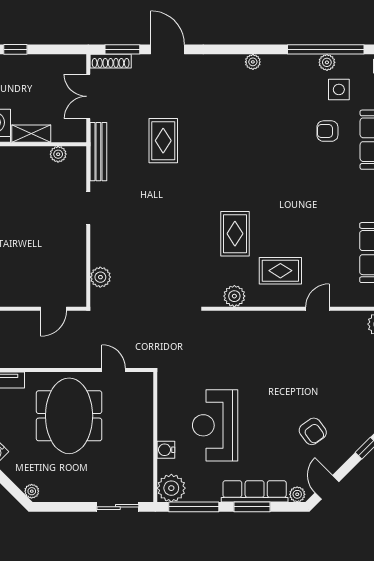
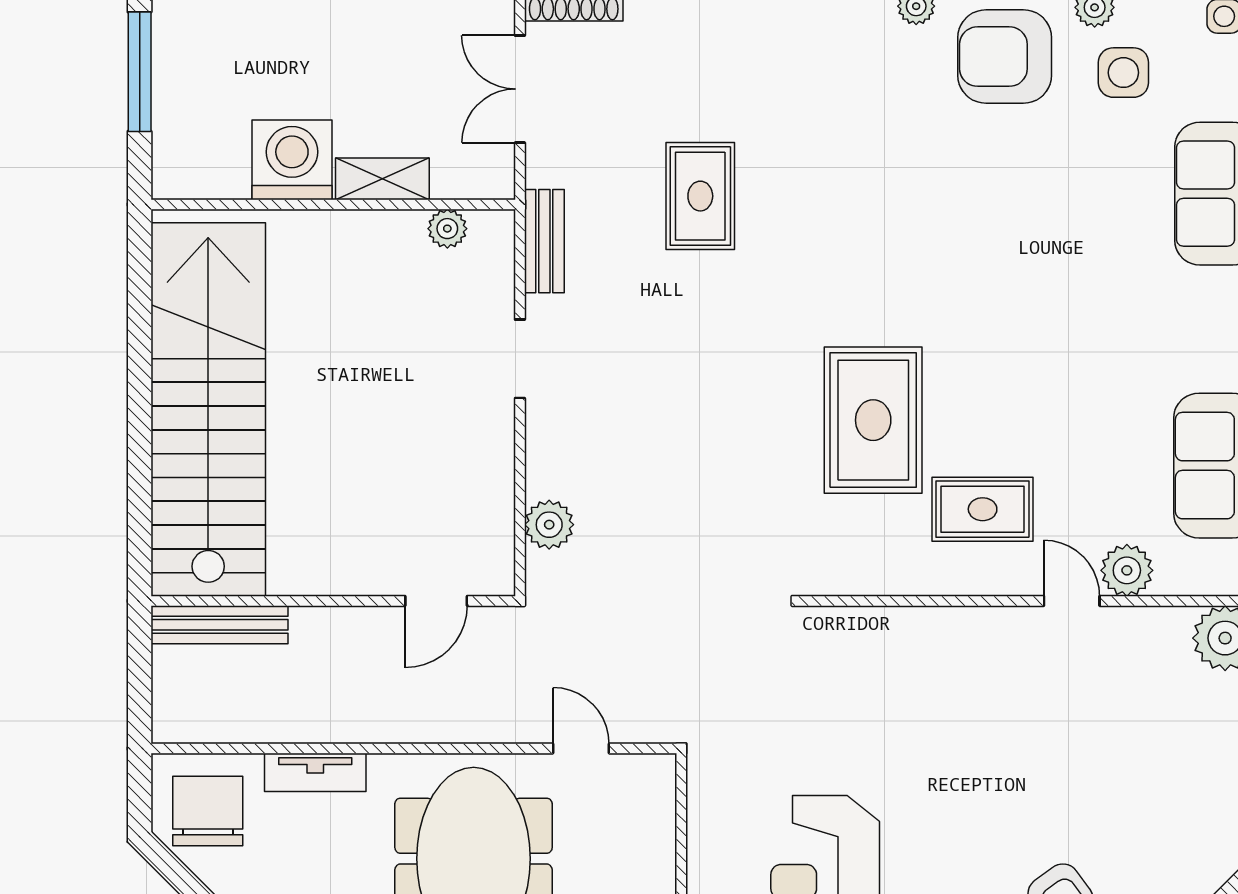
armchair: (327, 131) -> (1005, 57), moved, width x1.88, depth x1.88
bench: (98, 152) -> (544, 241), width x0.73
rug: (235, 234) -> (873, 420), width x1.36, depth x1.43
plant: (234, 296) -> (1127, 570), moved
door: (317, 309) -> (1072, 601), hinge flipped

